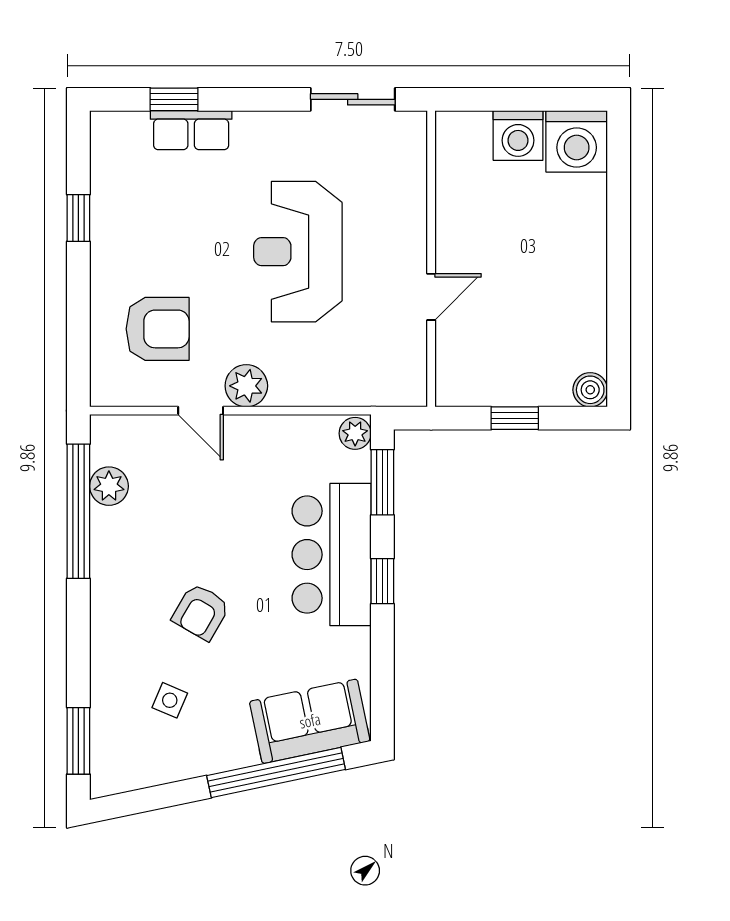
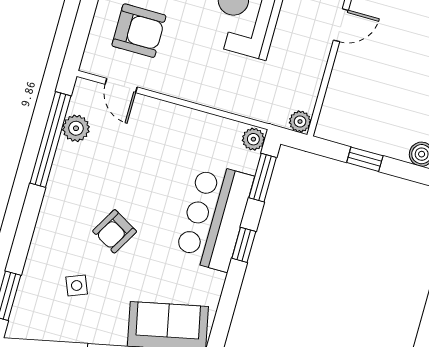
door: (431, 297) -> (341, 25), moved
plant: (246, 386) -> (300, 122), moved, width x0.73, depth x0.73
door: (201, 411) -> (121, 86), moved
side table: (170, 700) -> (77, 285), turned 45

